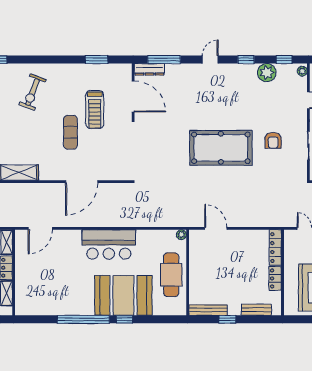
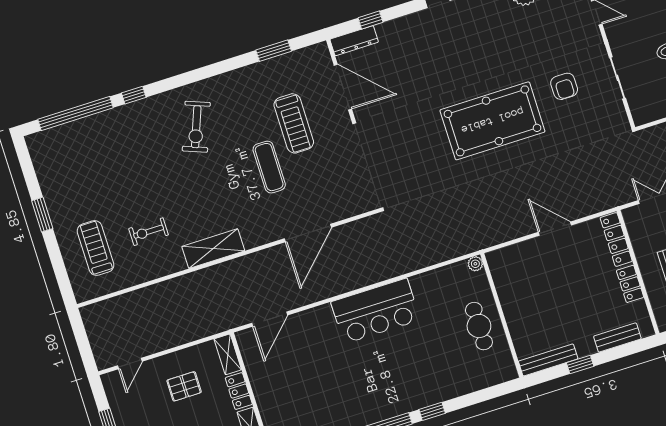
window: (164, 60) -> (371, 20), width x0.46
door: (216, 228) -> (555, 229), moved
cafe table: (171, 275) -> (479, 326), width x0.73, depth x0.74
booth: (123, 295) -> (420, 378), removed

